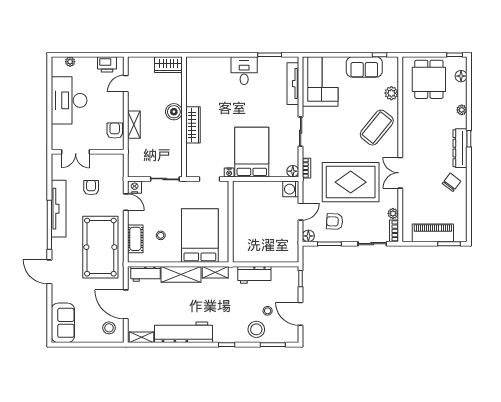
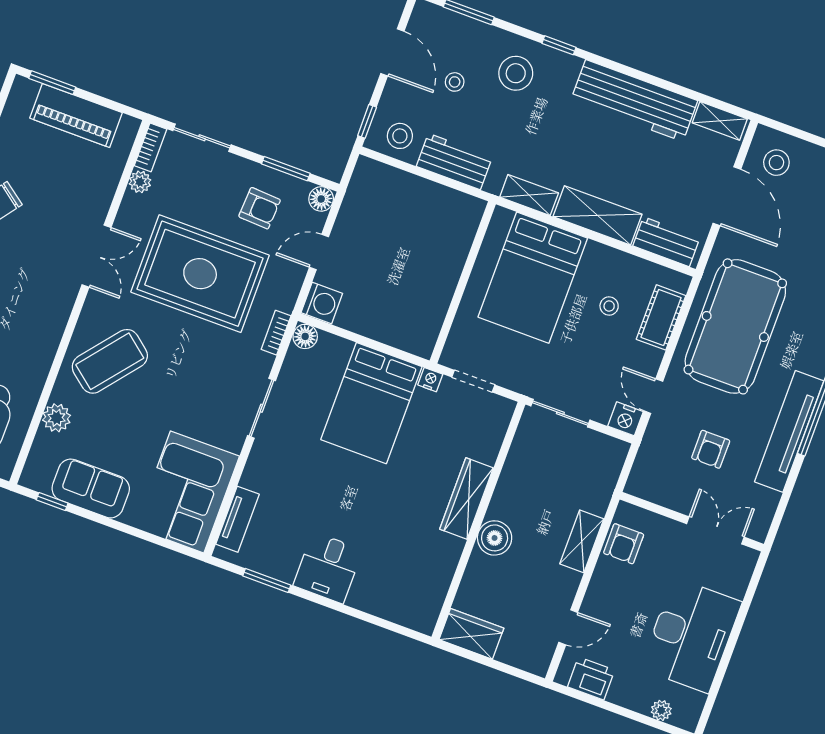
tv unit: (293, 84) -> (238, 519), width x0.71
stool: (283, 277) -> (400, 136), added
stool: (256, 329) -> (516, 73), moved

